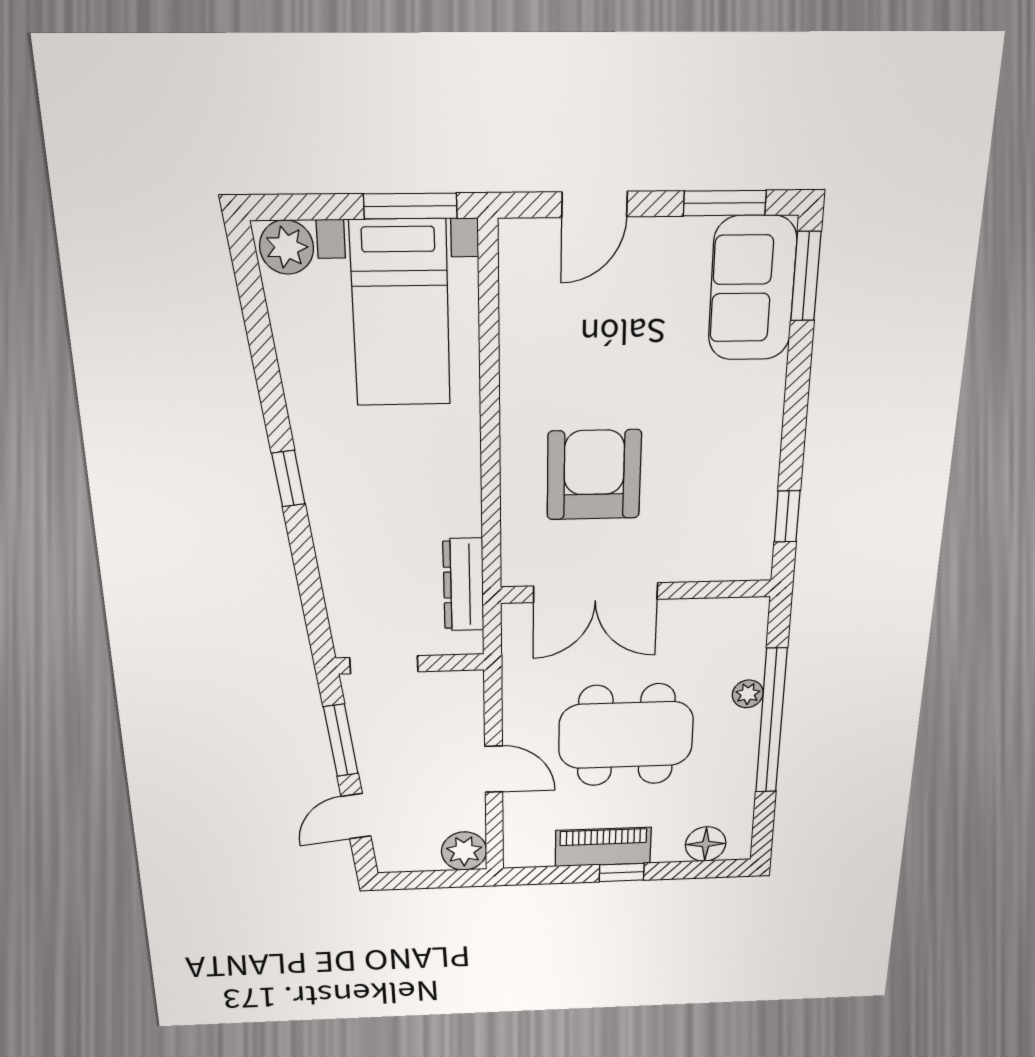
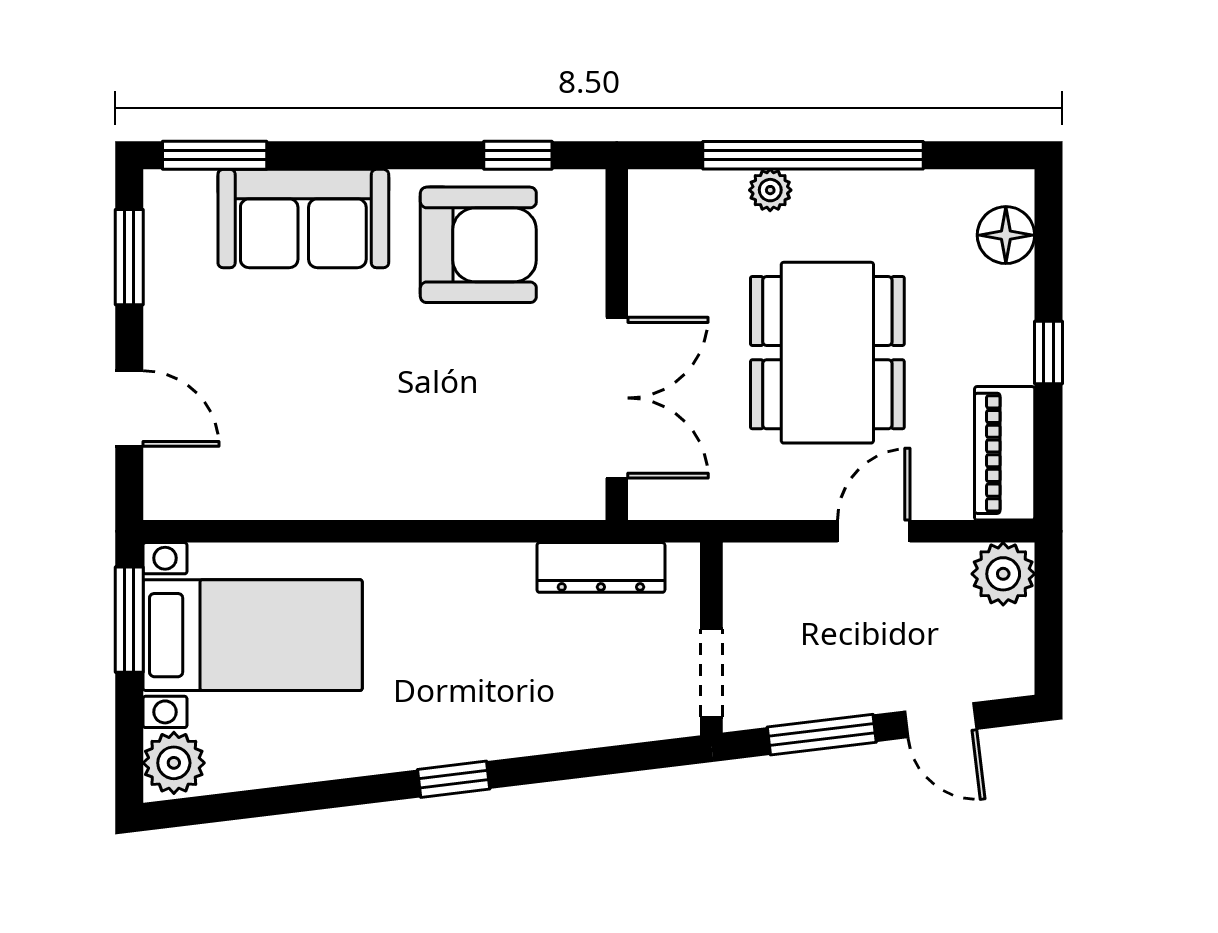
sofa: (752, 289) -> (303, 219), moved
armchair: (594, 475) -> (478, 245), moved, turned 180
piano: (603, 847) -> (1005, 453), moved

